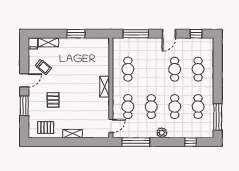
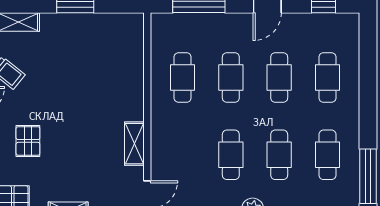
shelving: (105, 87) -> (134, 144), moved
cafe table: (128, 107) -> (231, 77), moved

